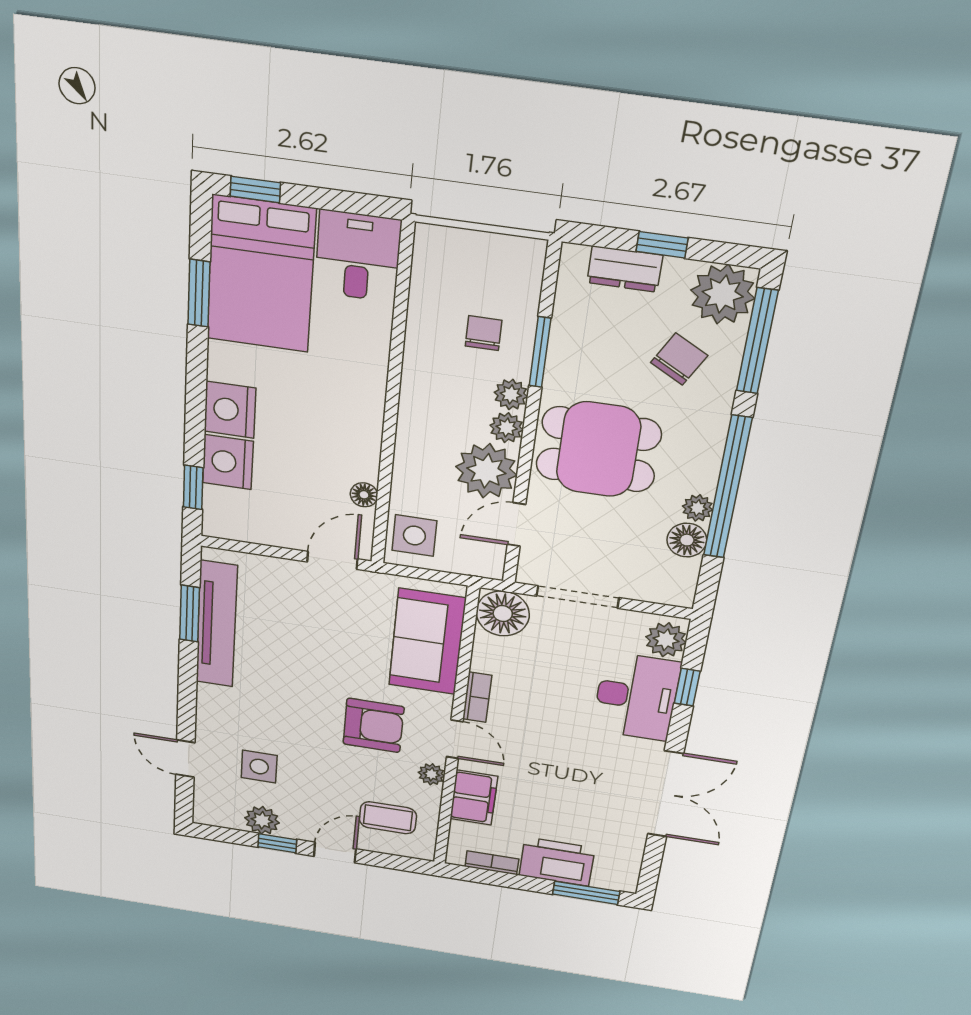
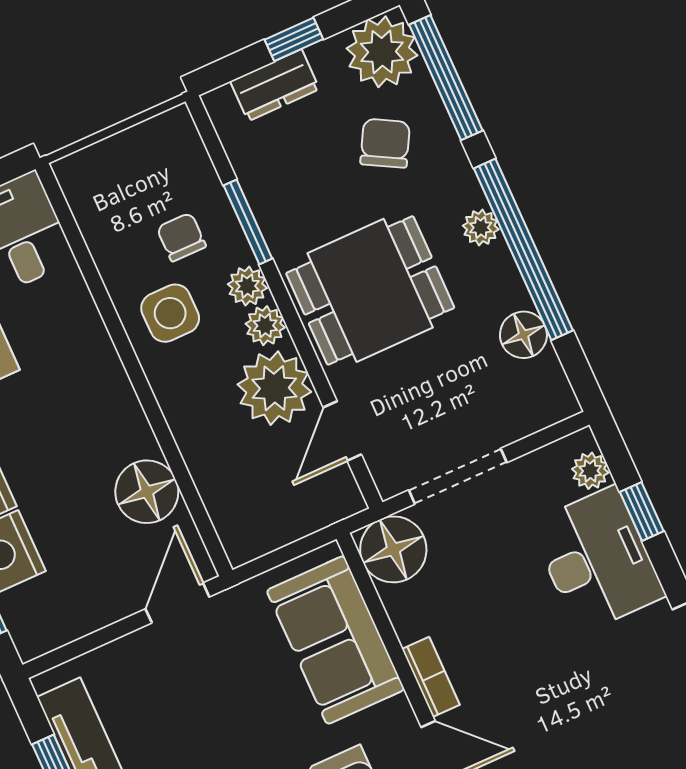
floor lamp: (364, 495) -> (147, 492), width x1.89, depth x1.89
plant: (698, 508) -> (481, 227), moved
side table: (414, 536) -> (170, 313), moved
plant: (666, 640) -> (590, 471), width x0.73, depth x0.73

